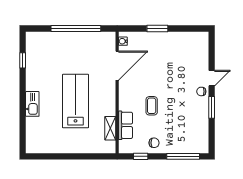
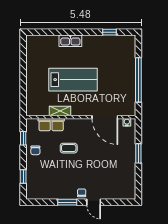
shelving: (110, 128) -> (60, 111), moved
window: (183, 156) -> (23, 177), width x0.46

